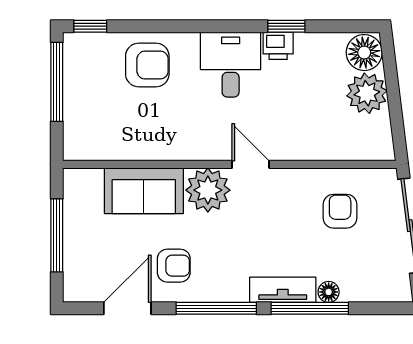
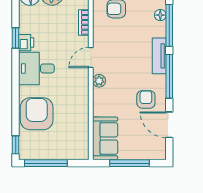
armchair: (147, 65) -> (37, 114), width x1.36, depth x1.36
bookcase: (315, 151) -> (84, 22), added
plant: (208, 190) -> (99, 81), width x0.53, depth x0.53
sofa: (144, 191) -> (105, 138), moved
tv unit: (283, 290) -> (159, 56), moved

